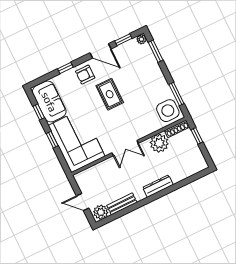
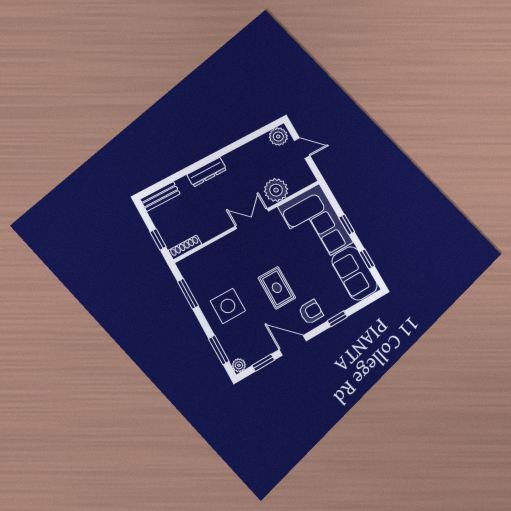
side table: (168, 111) -> (228, 306), moved
plant: (159, 143) -> (276, 190), moved
bench: (122, 204) -> (160, 196), moved

